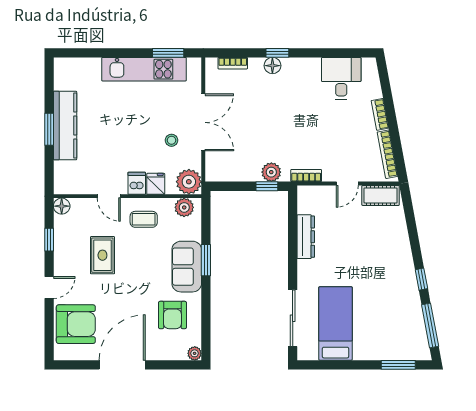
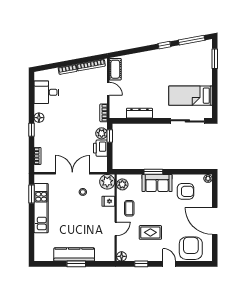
floor lamp: (272, 66) -> (39, 118), moved
printer: (246, 170) -> (100, 148), added
dishwasher: (137, 183) -> (108, 212), removed

